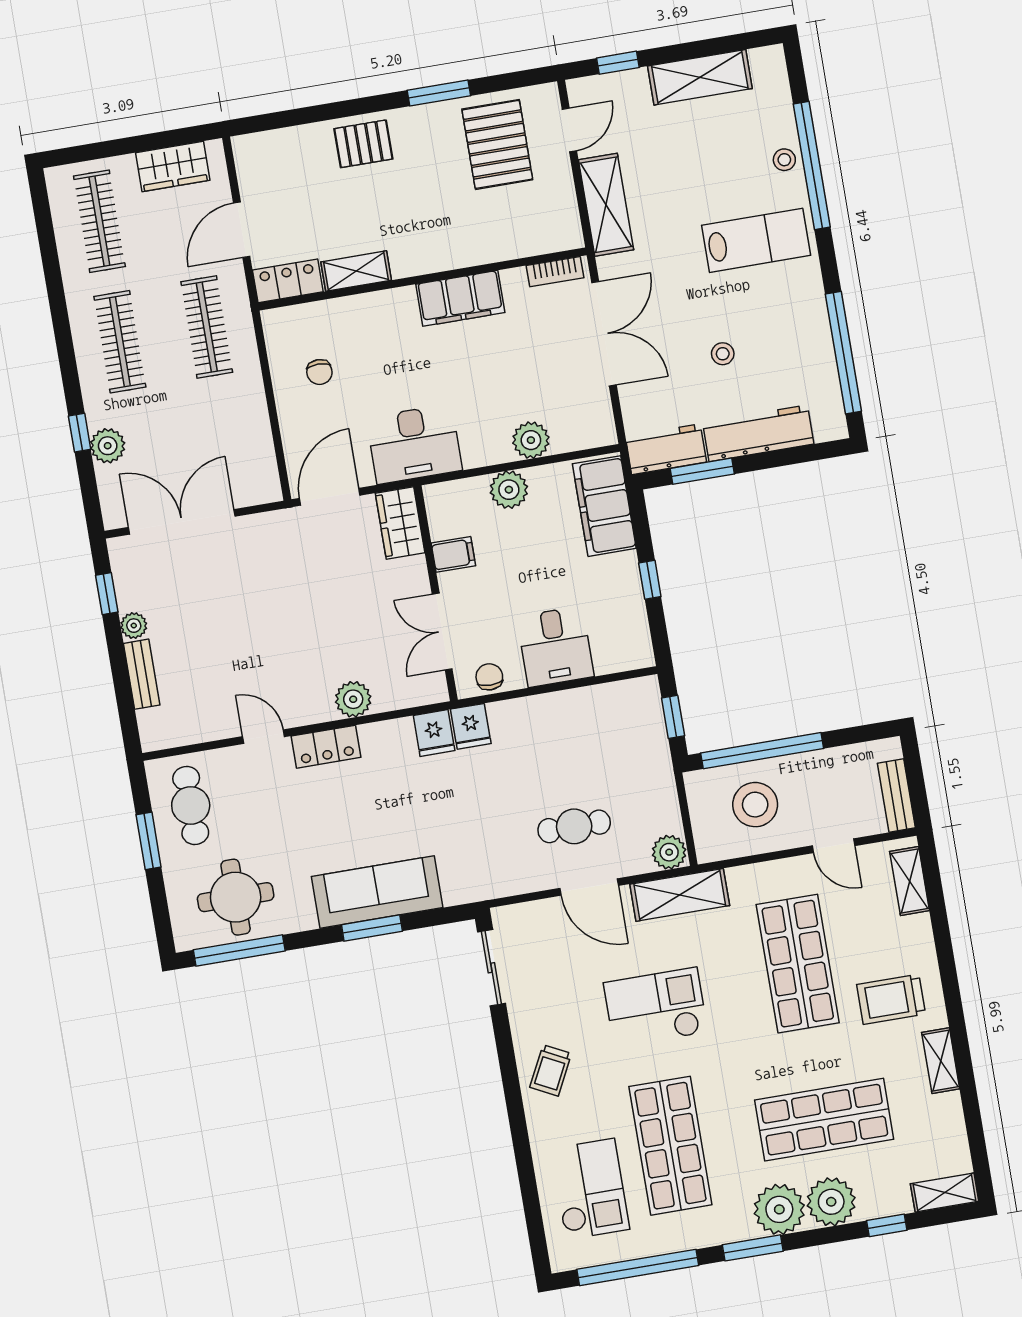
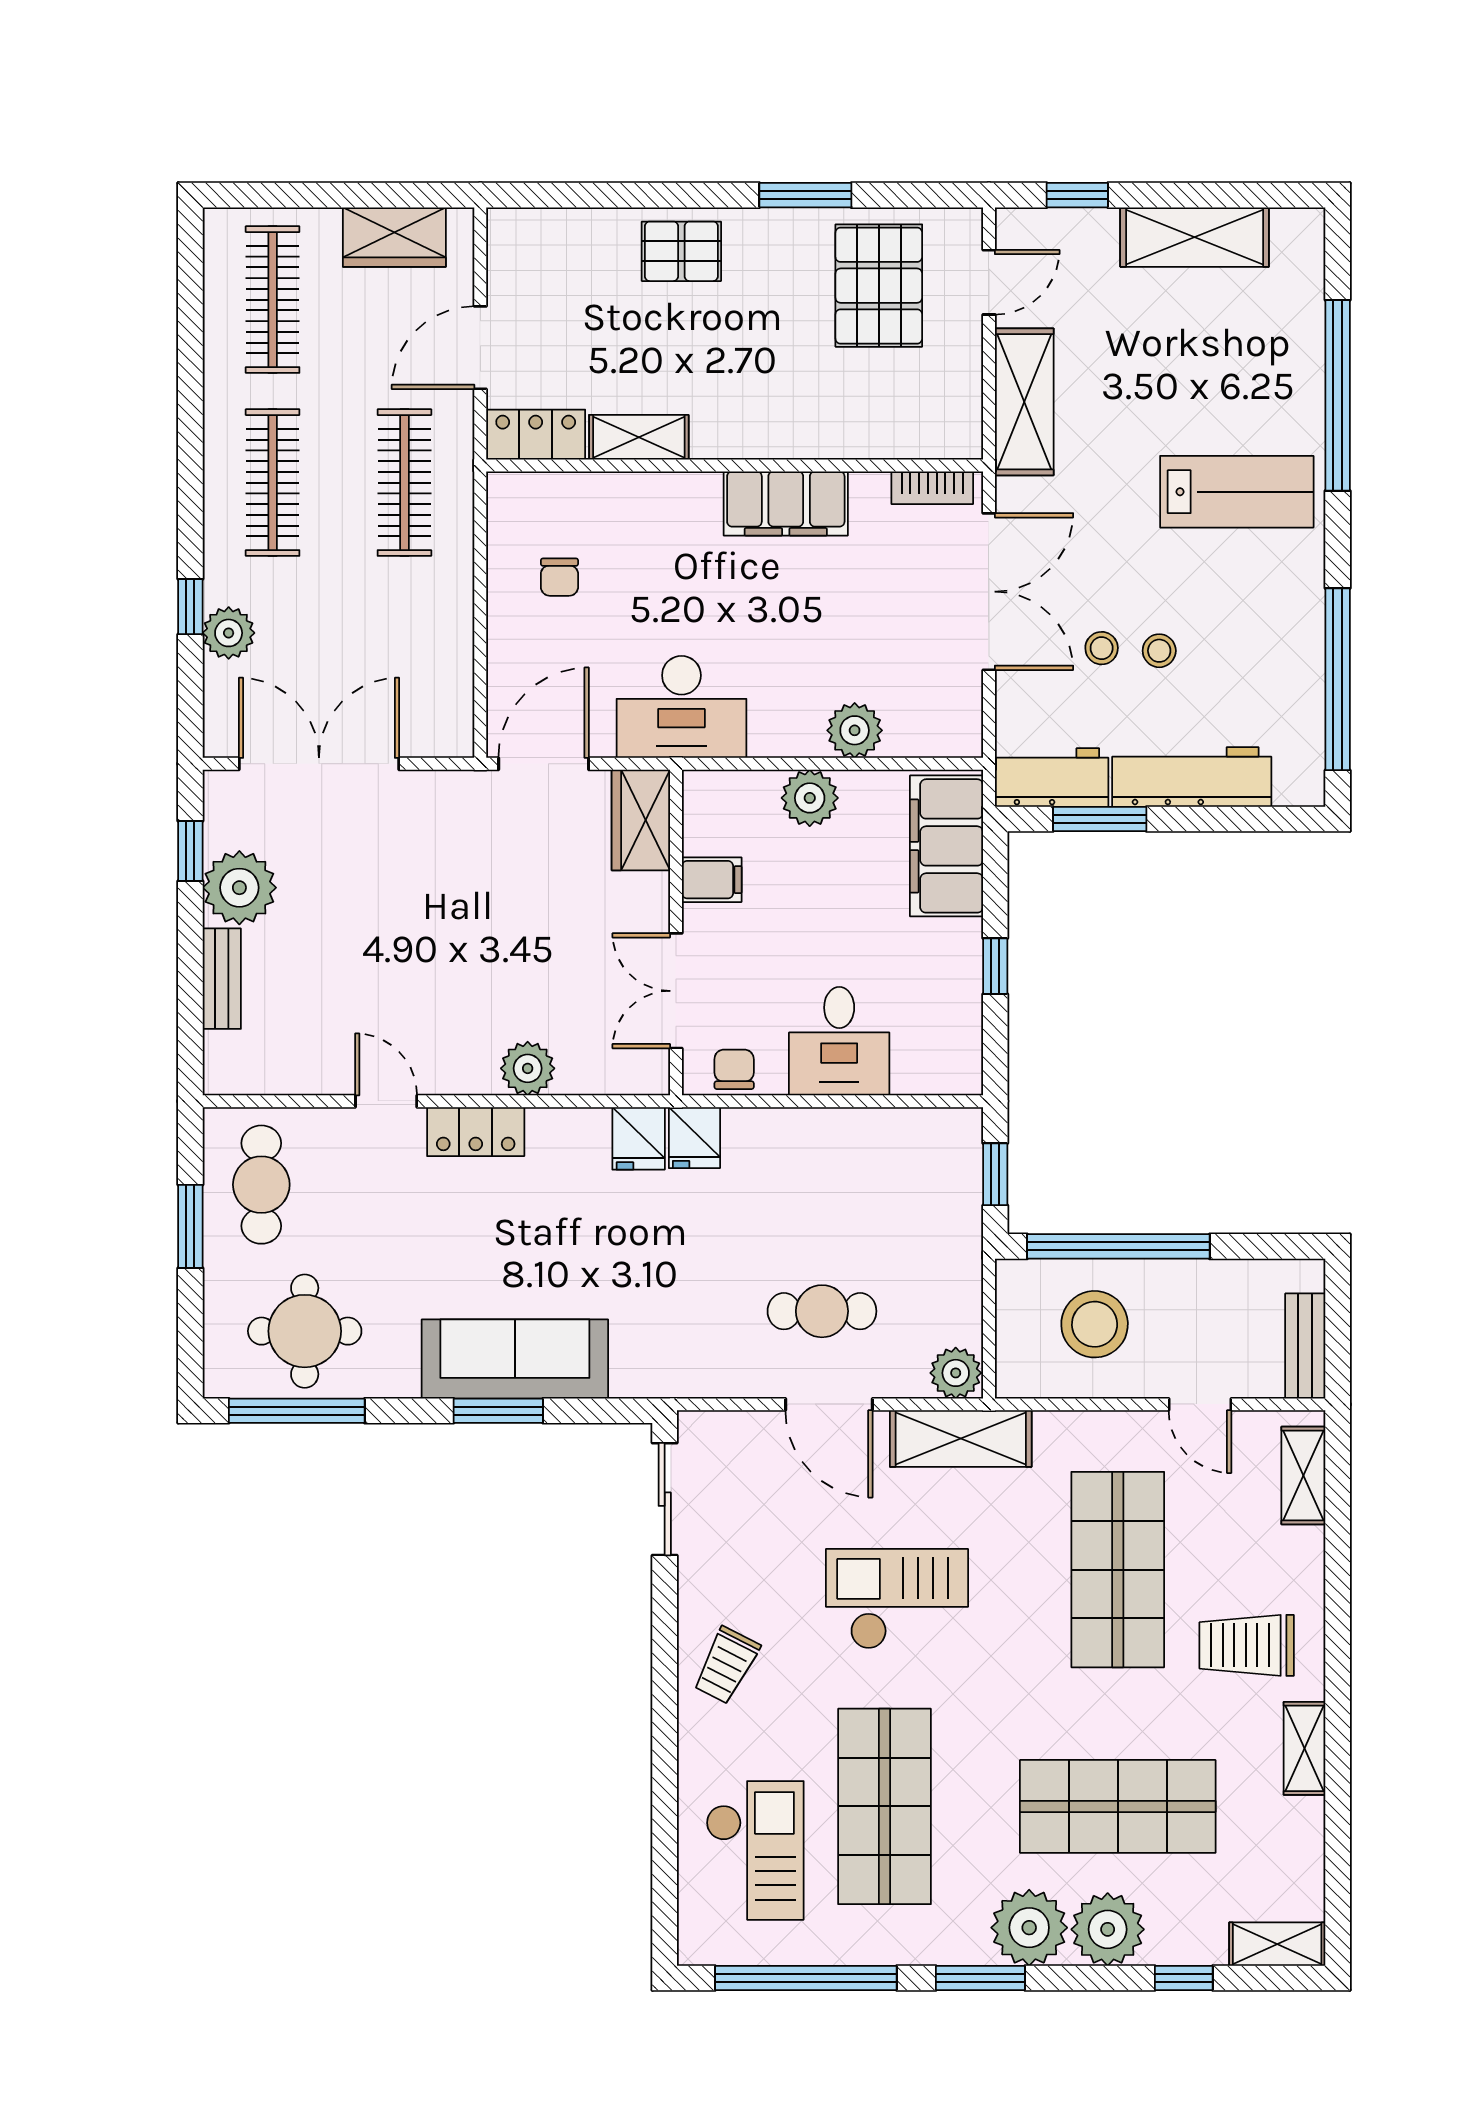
stool: (784, 160) -> (1102, 648), moved
plant: (134, 626) -> (239, 888), width x1.87, depth x1.87

